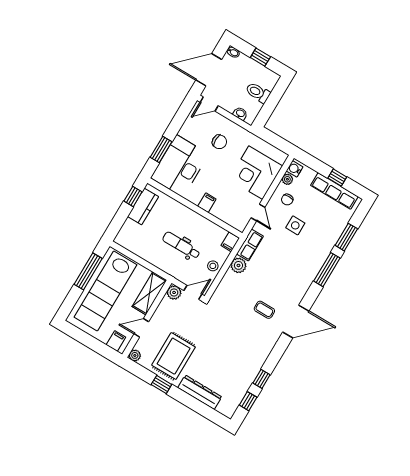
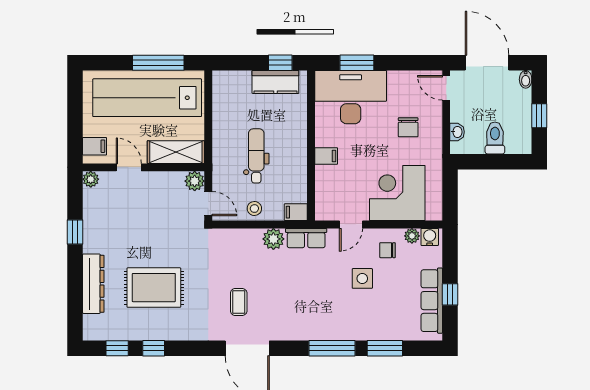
rug: (174, 356) -> (154, 288), moved

